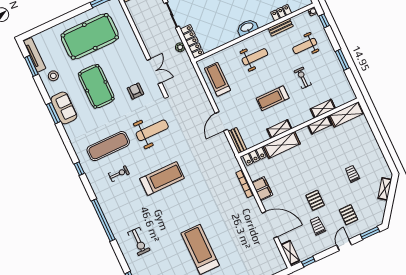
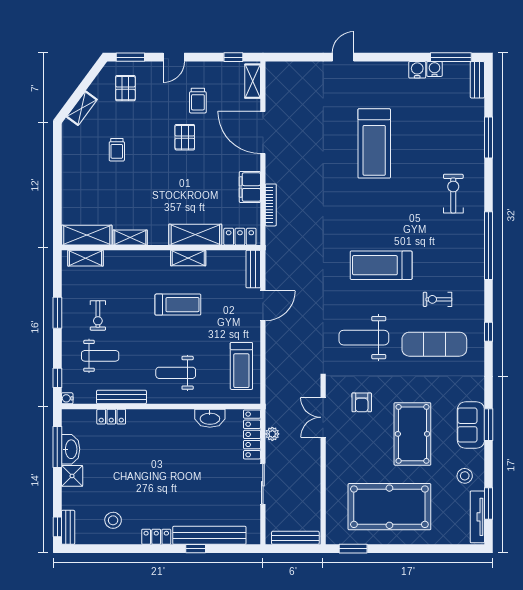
washbasin: (247, 27) -> (210, 418), moved
bench: (281, 27) -> (121, 397), width x1.36
exercise bike: (303, 78) -> (98, 315), moved
shelving: (323, 109) -> (85, 258), moved
pallet: (349, 215) -> (125, 88), moved

